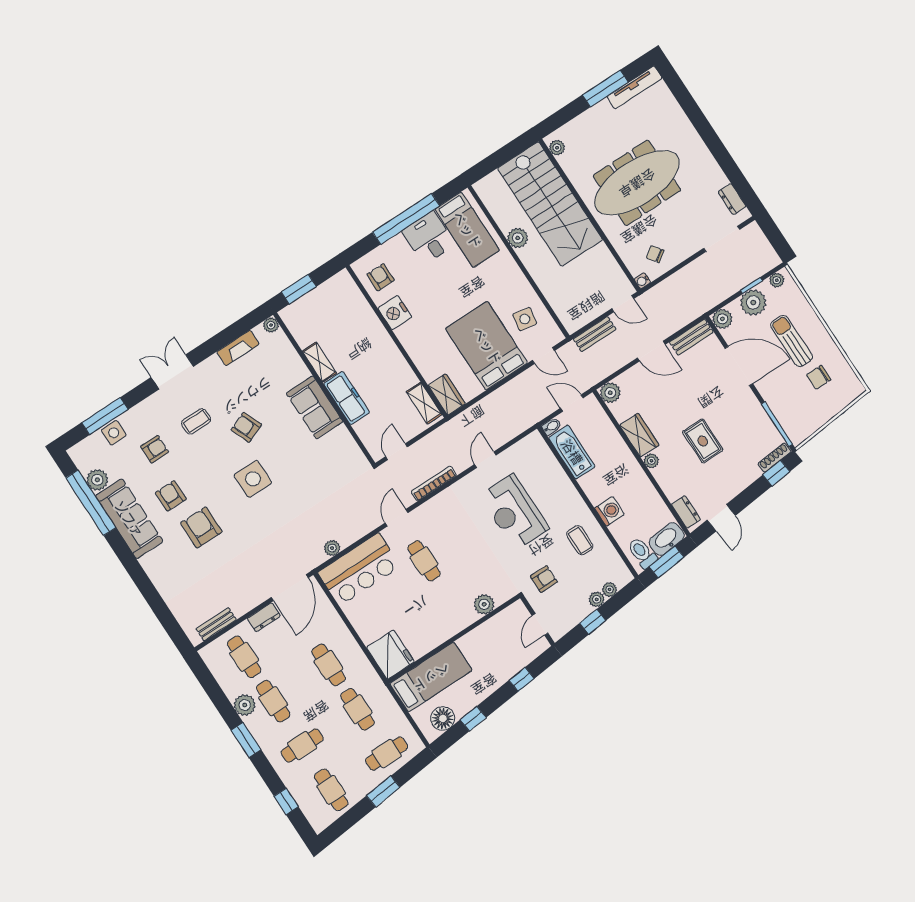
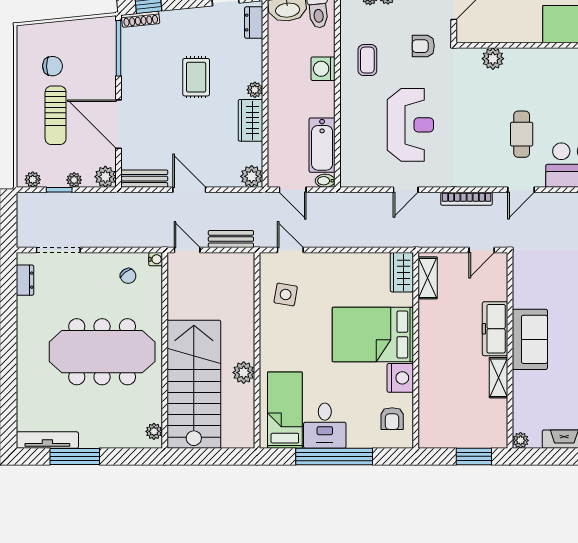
plant: (753, 303) -> (74, 180), width x0.53, depth x0.53
bed: (487, 346) -> (373, 334), moved, turned 90

